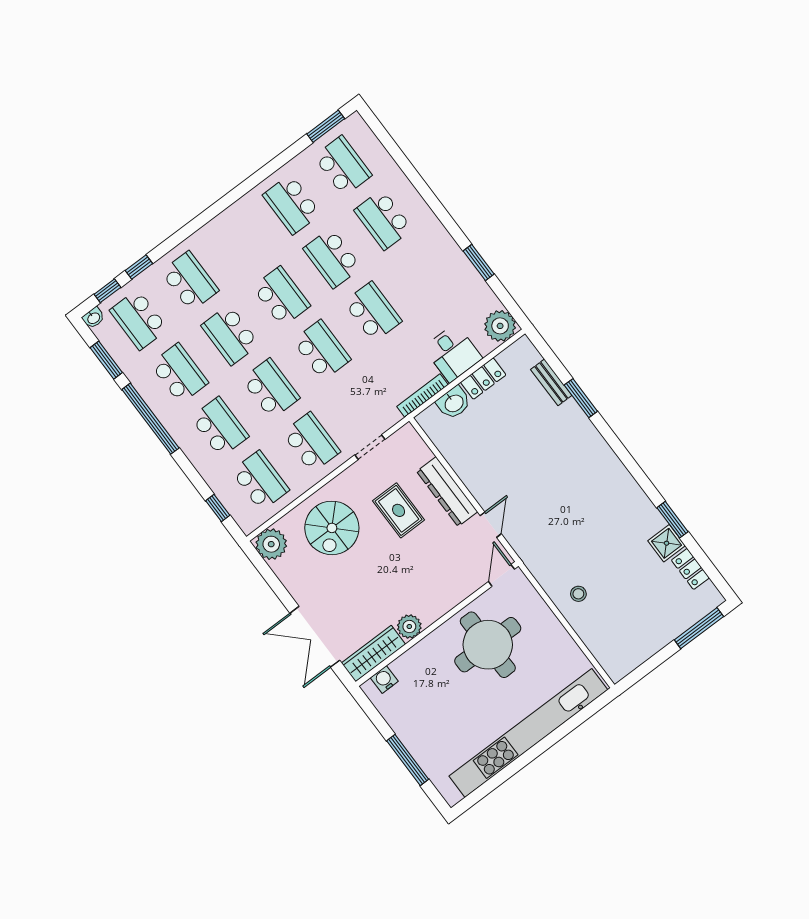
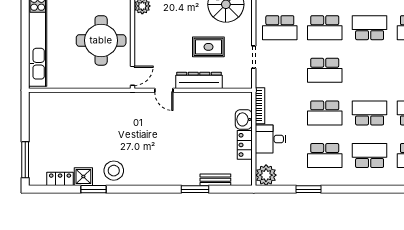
school desk: (281, 296) -> (325, 156), moved
door: (502, 575) -> (132, 76), hinge flipped
stool: (578, 594) -> (114, 171), moved, width x1.89, depth x1.89

